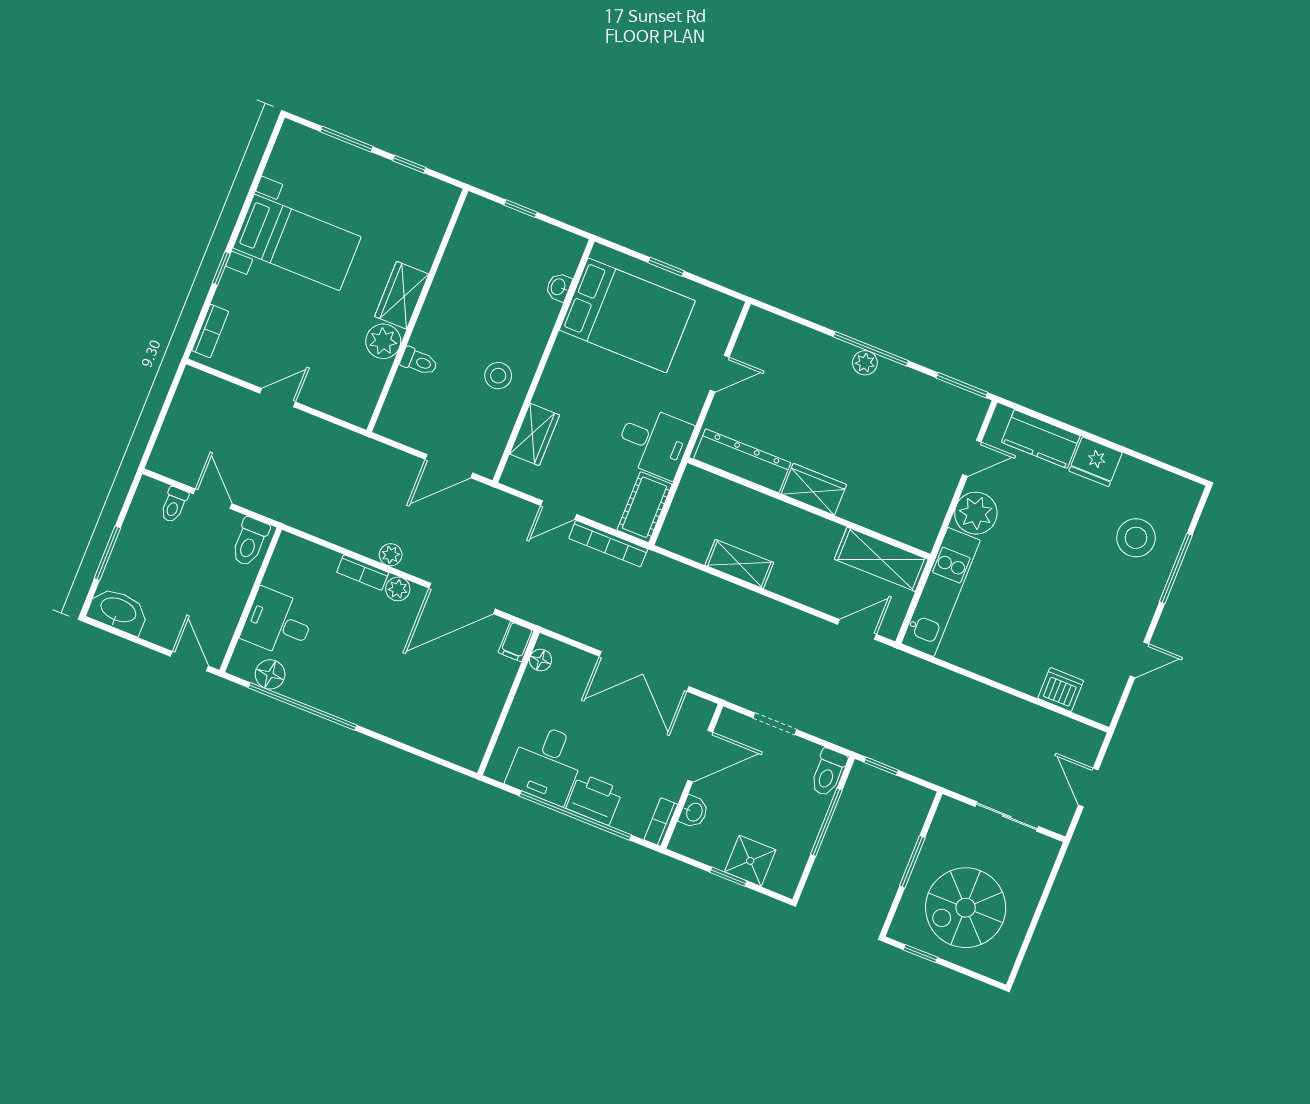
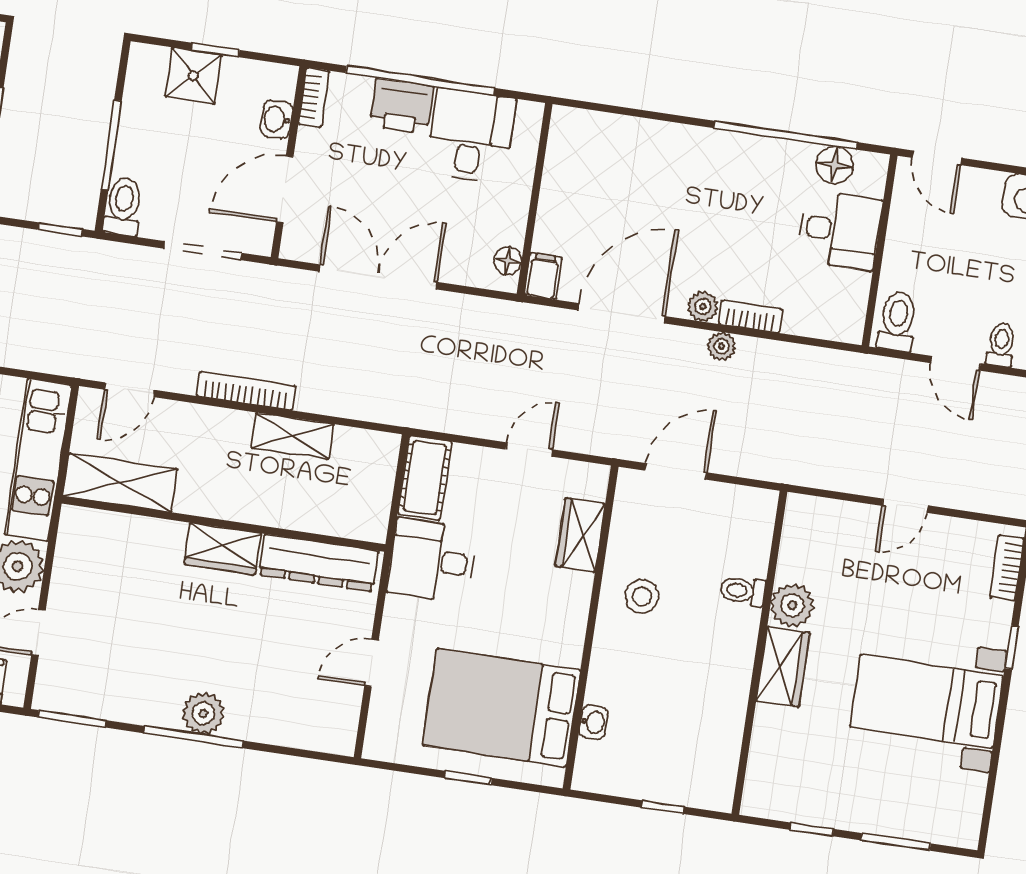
plant: (865, 363) -> (203, 713), width x1.38, depth x1.38
bookcase: (608, 544) -> (246, 391), moved
doorway: (775, 724) -> (203, 251), width x1.38

